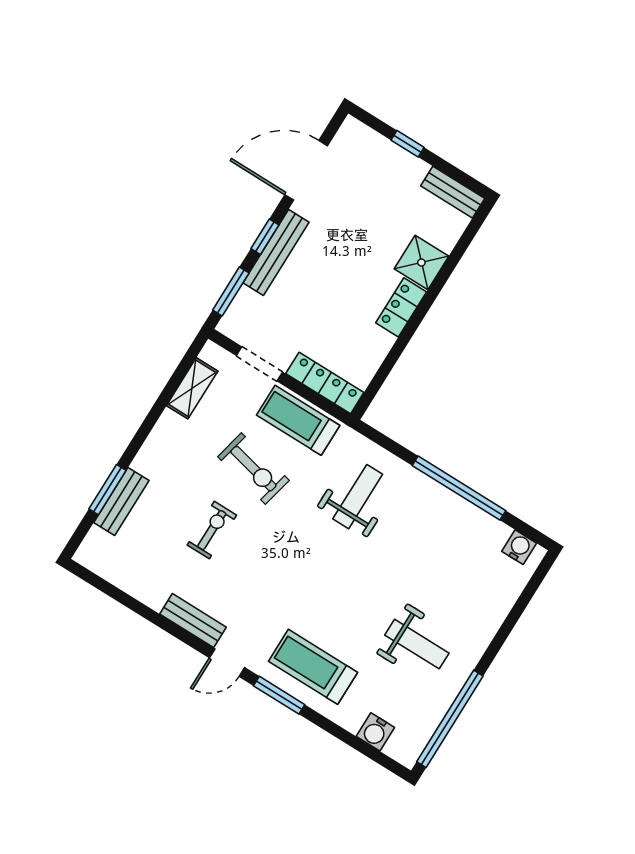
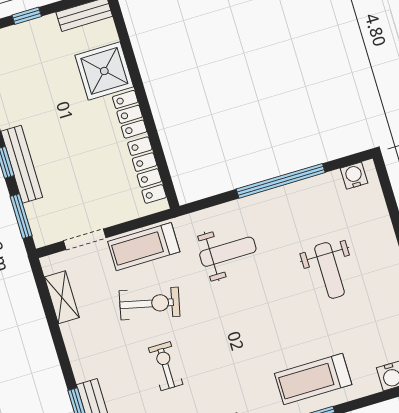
shower: (421, 263) -> (104, 71), width x1.36, depth x1.36
locker: (325, 383) -> (147, 170), moved, turned -90
weight bench: (358, 497) -> (228, 252), turned 90
weight bench: (417, 644) -> (329, 270), moved, turned 90

